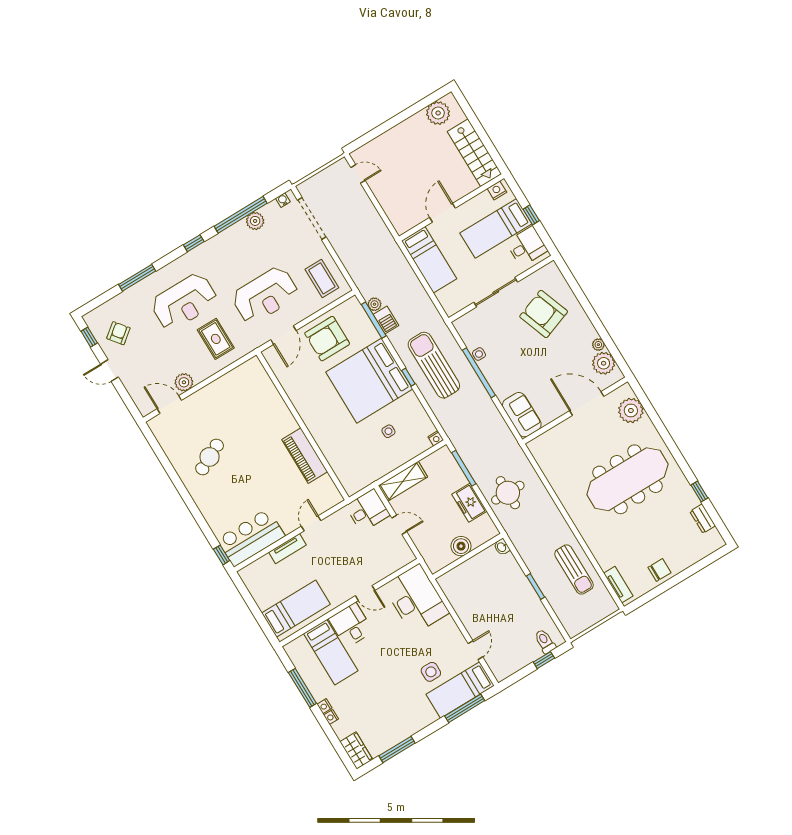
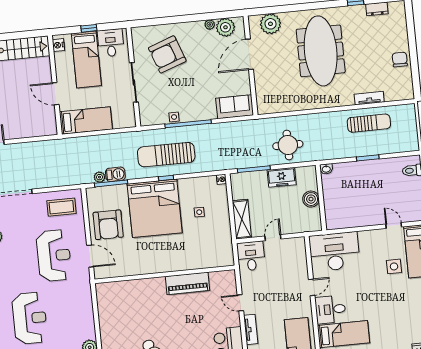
rug: (216, 339) -> (69, 308), removed
tv unit: (618, 585) -> (369, 98), moved

